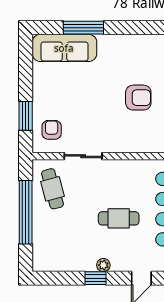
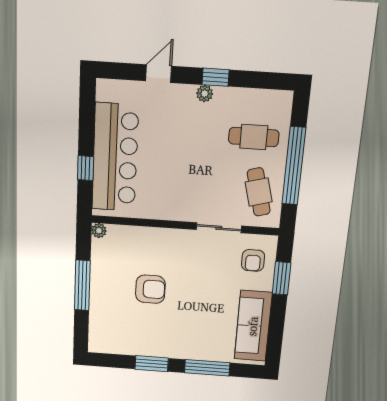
window: (133, 28) -> (152, 364), added
sofa: (64, 48) -> (253, 326), moved, turned -90
armchair: (138, 98) -> (150, 289), turned 180
cafe table: (119, 218) -> (254, 137), moved

